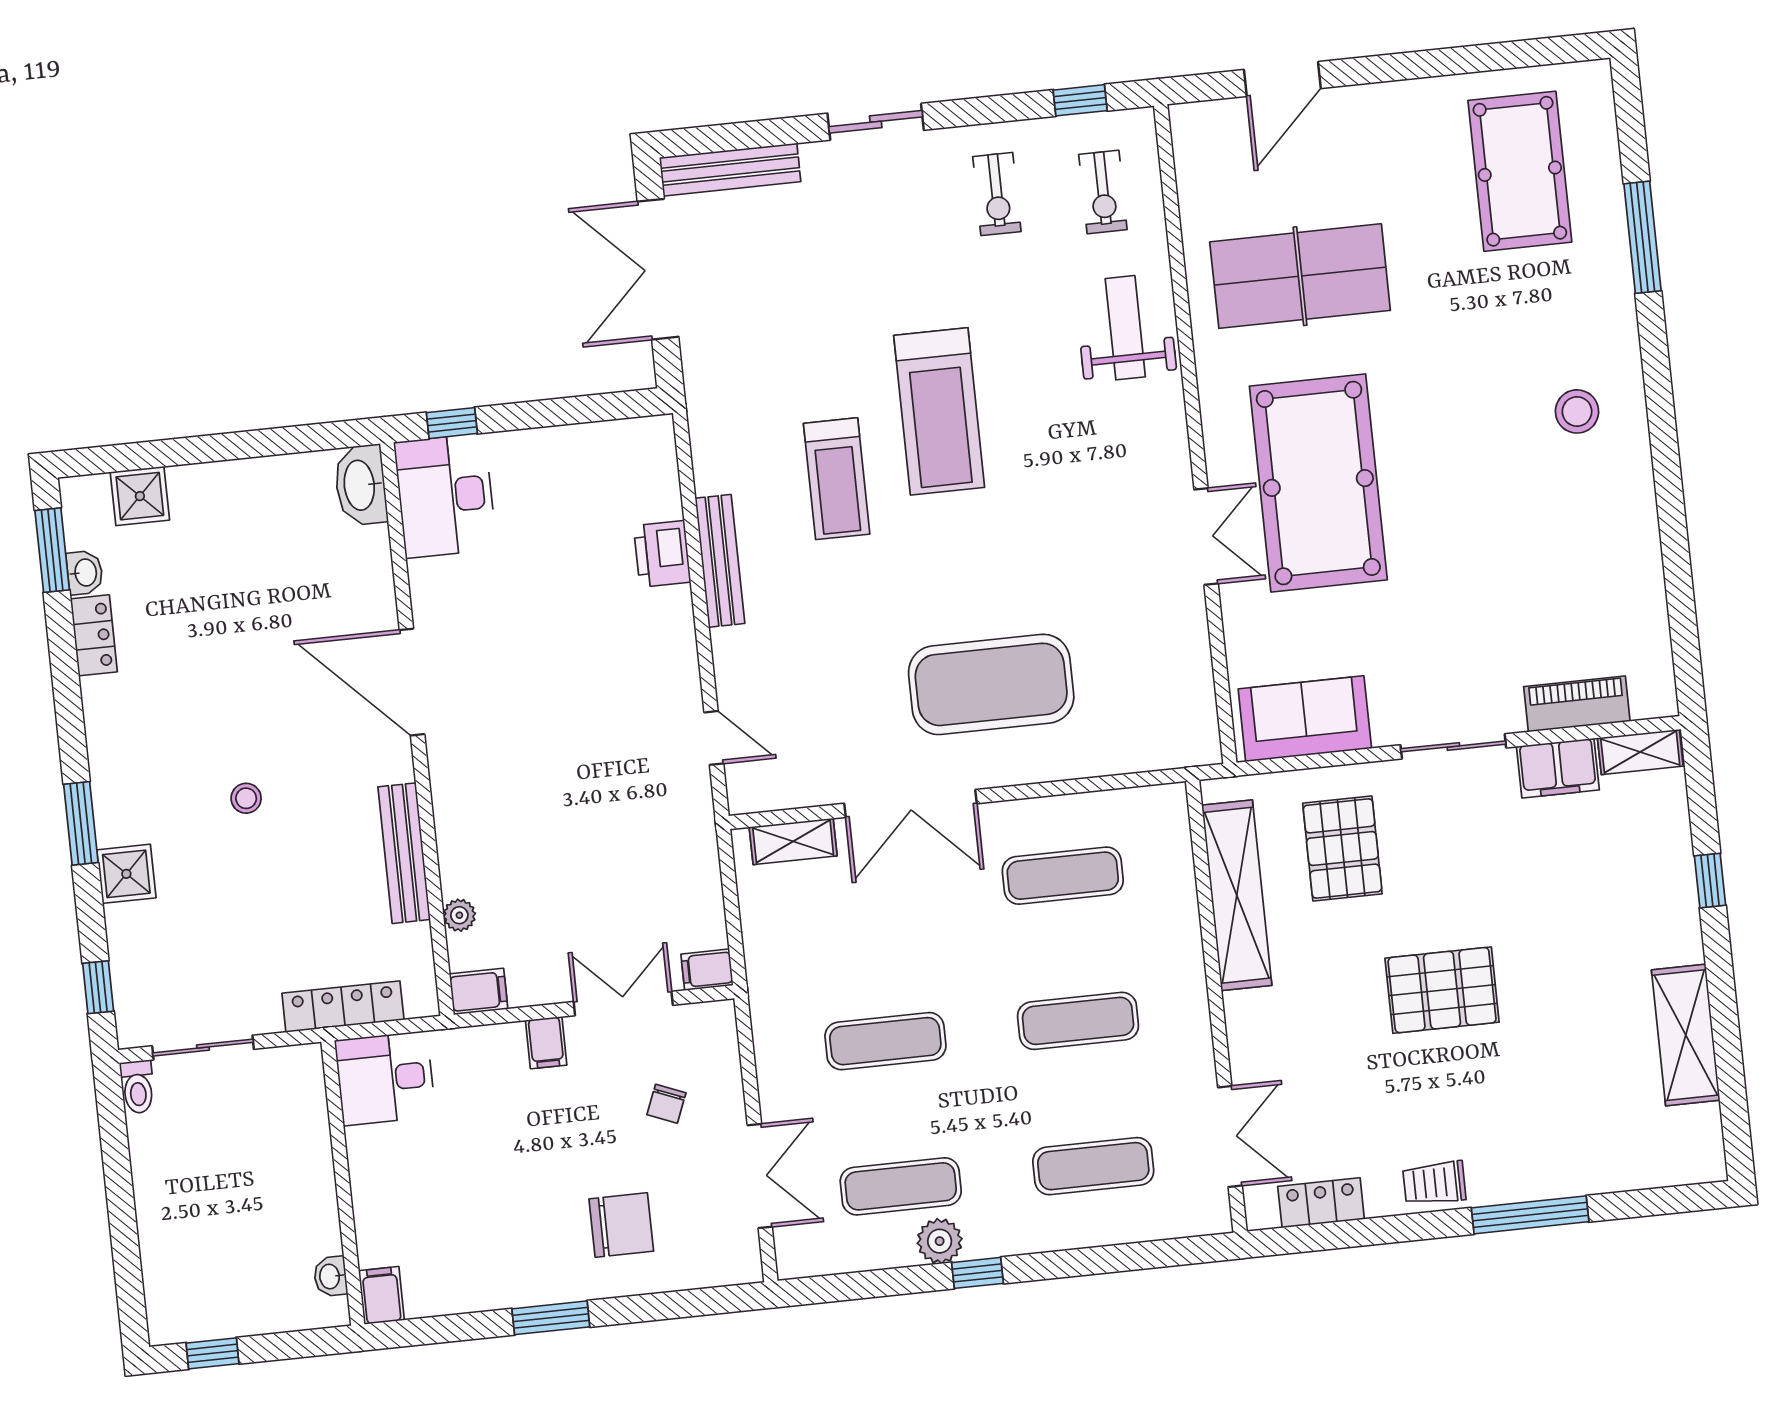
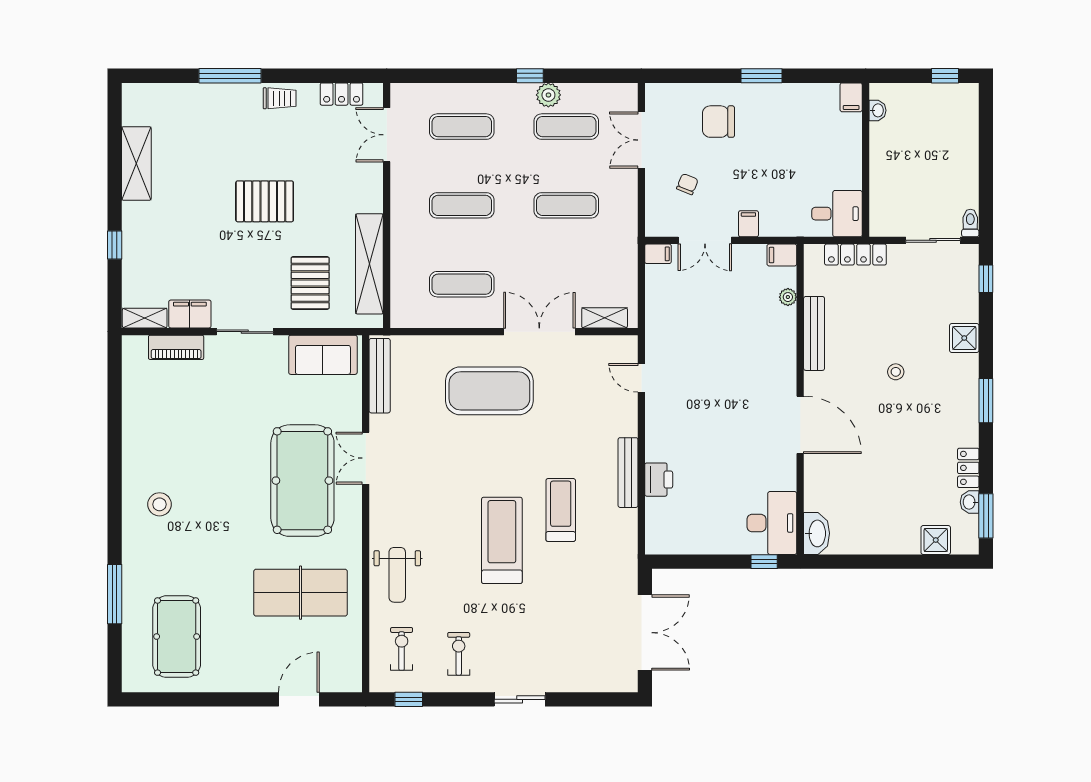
bench: (730, 170) -> (380, 376), moved, turned 90
window: (81, 823) -> (986, 401), moved

